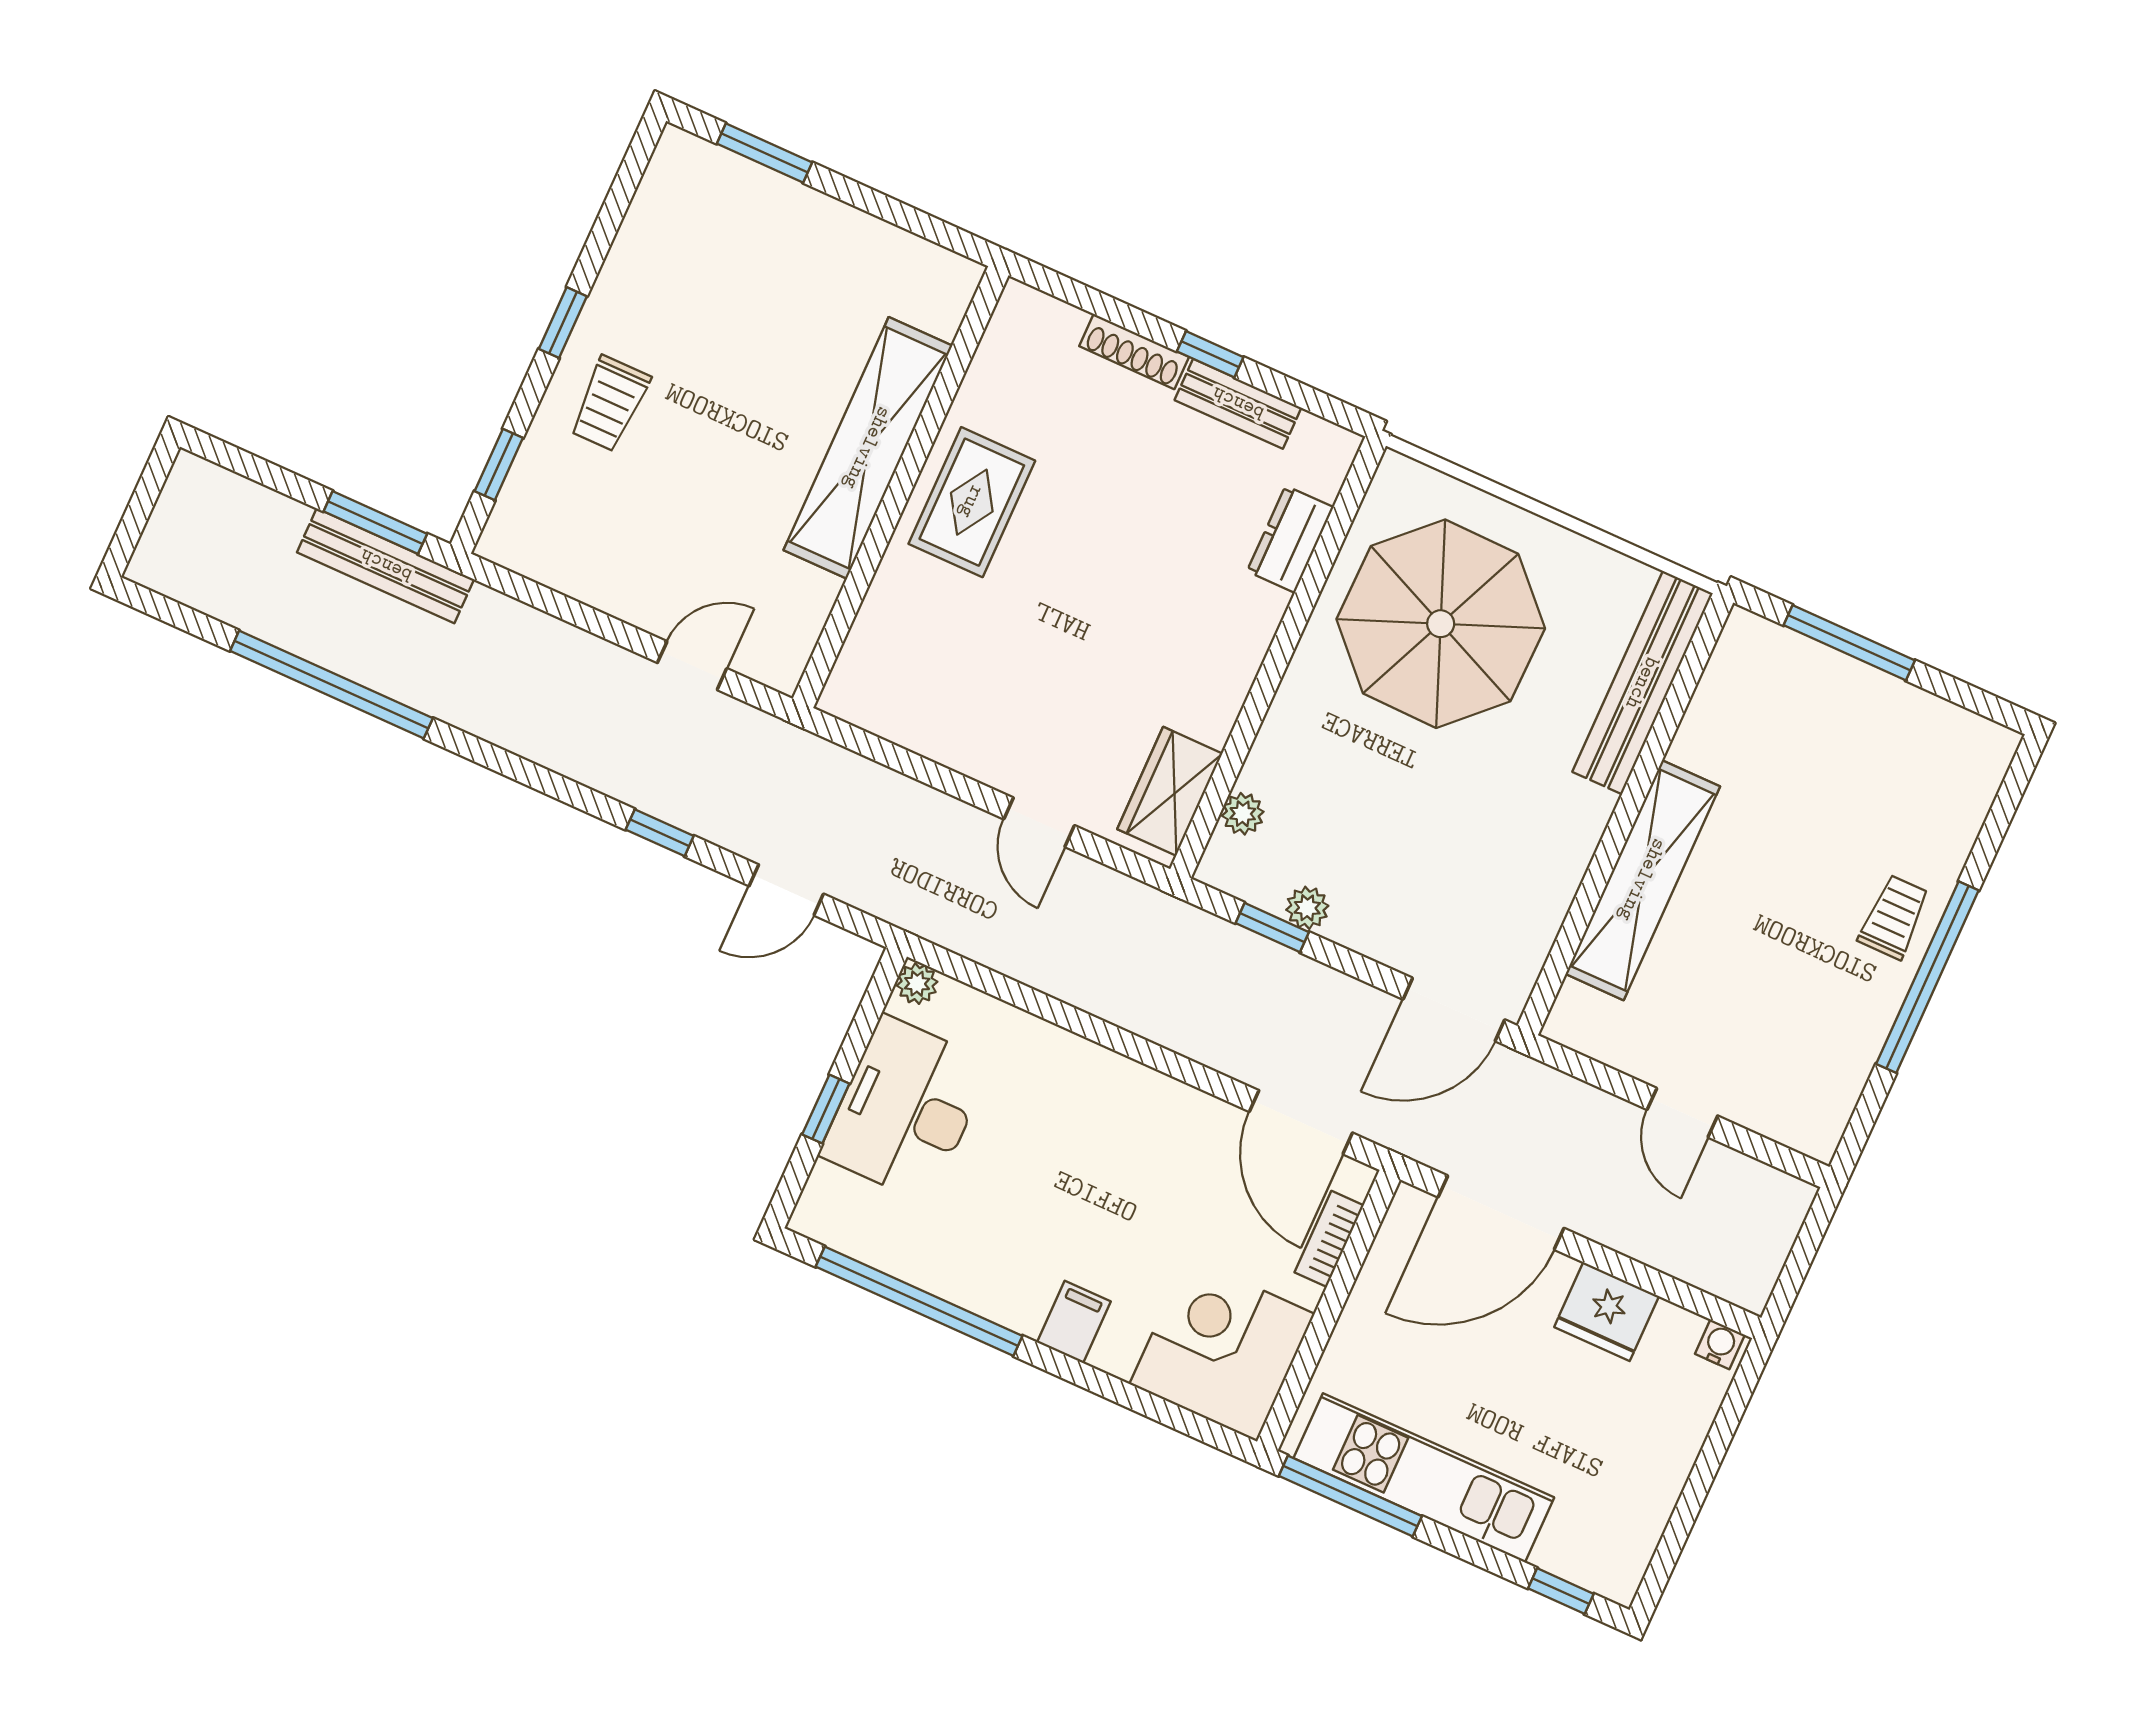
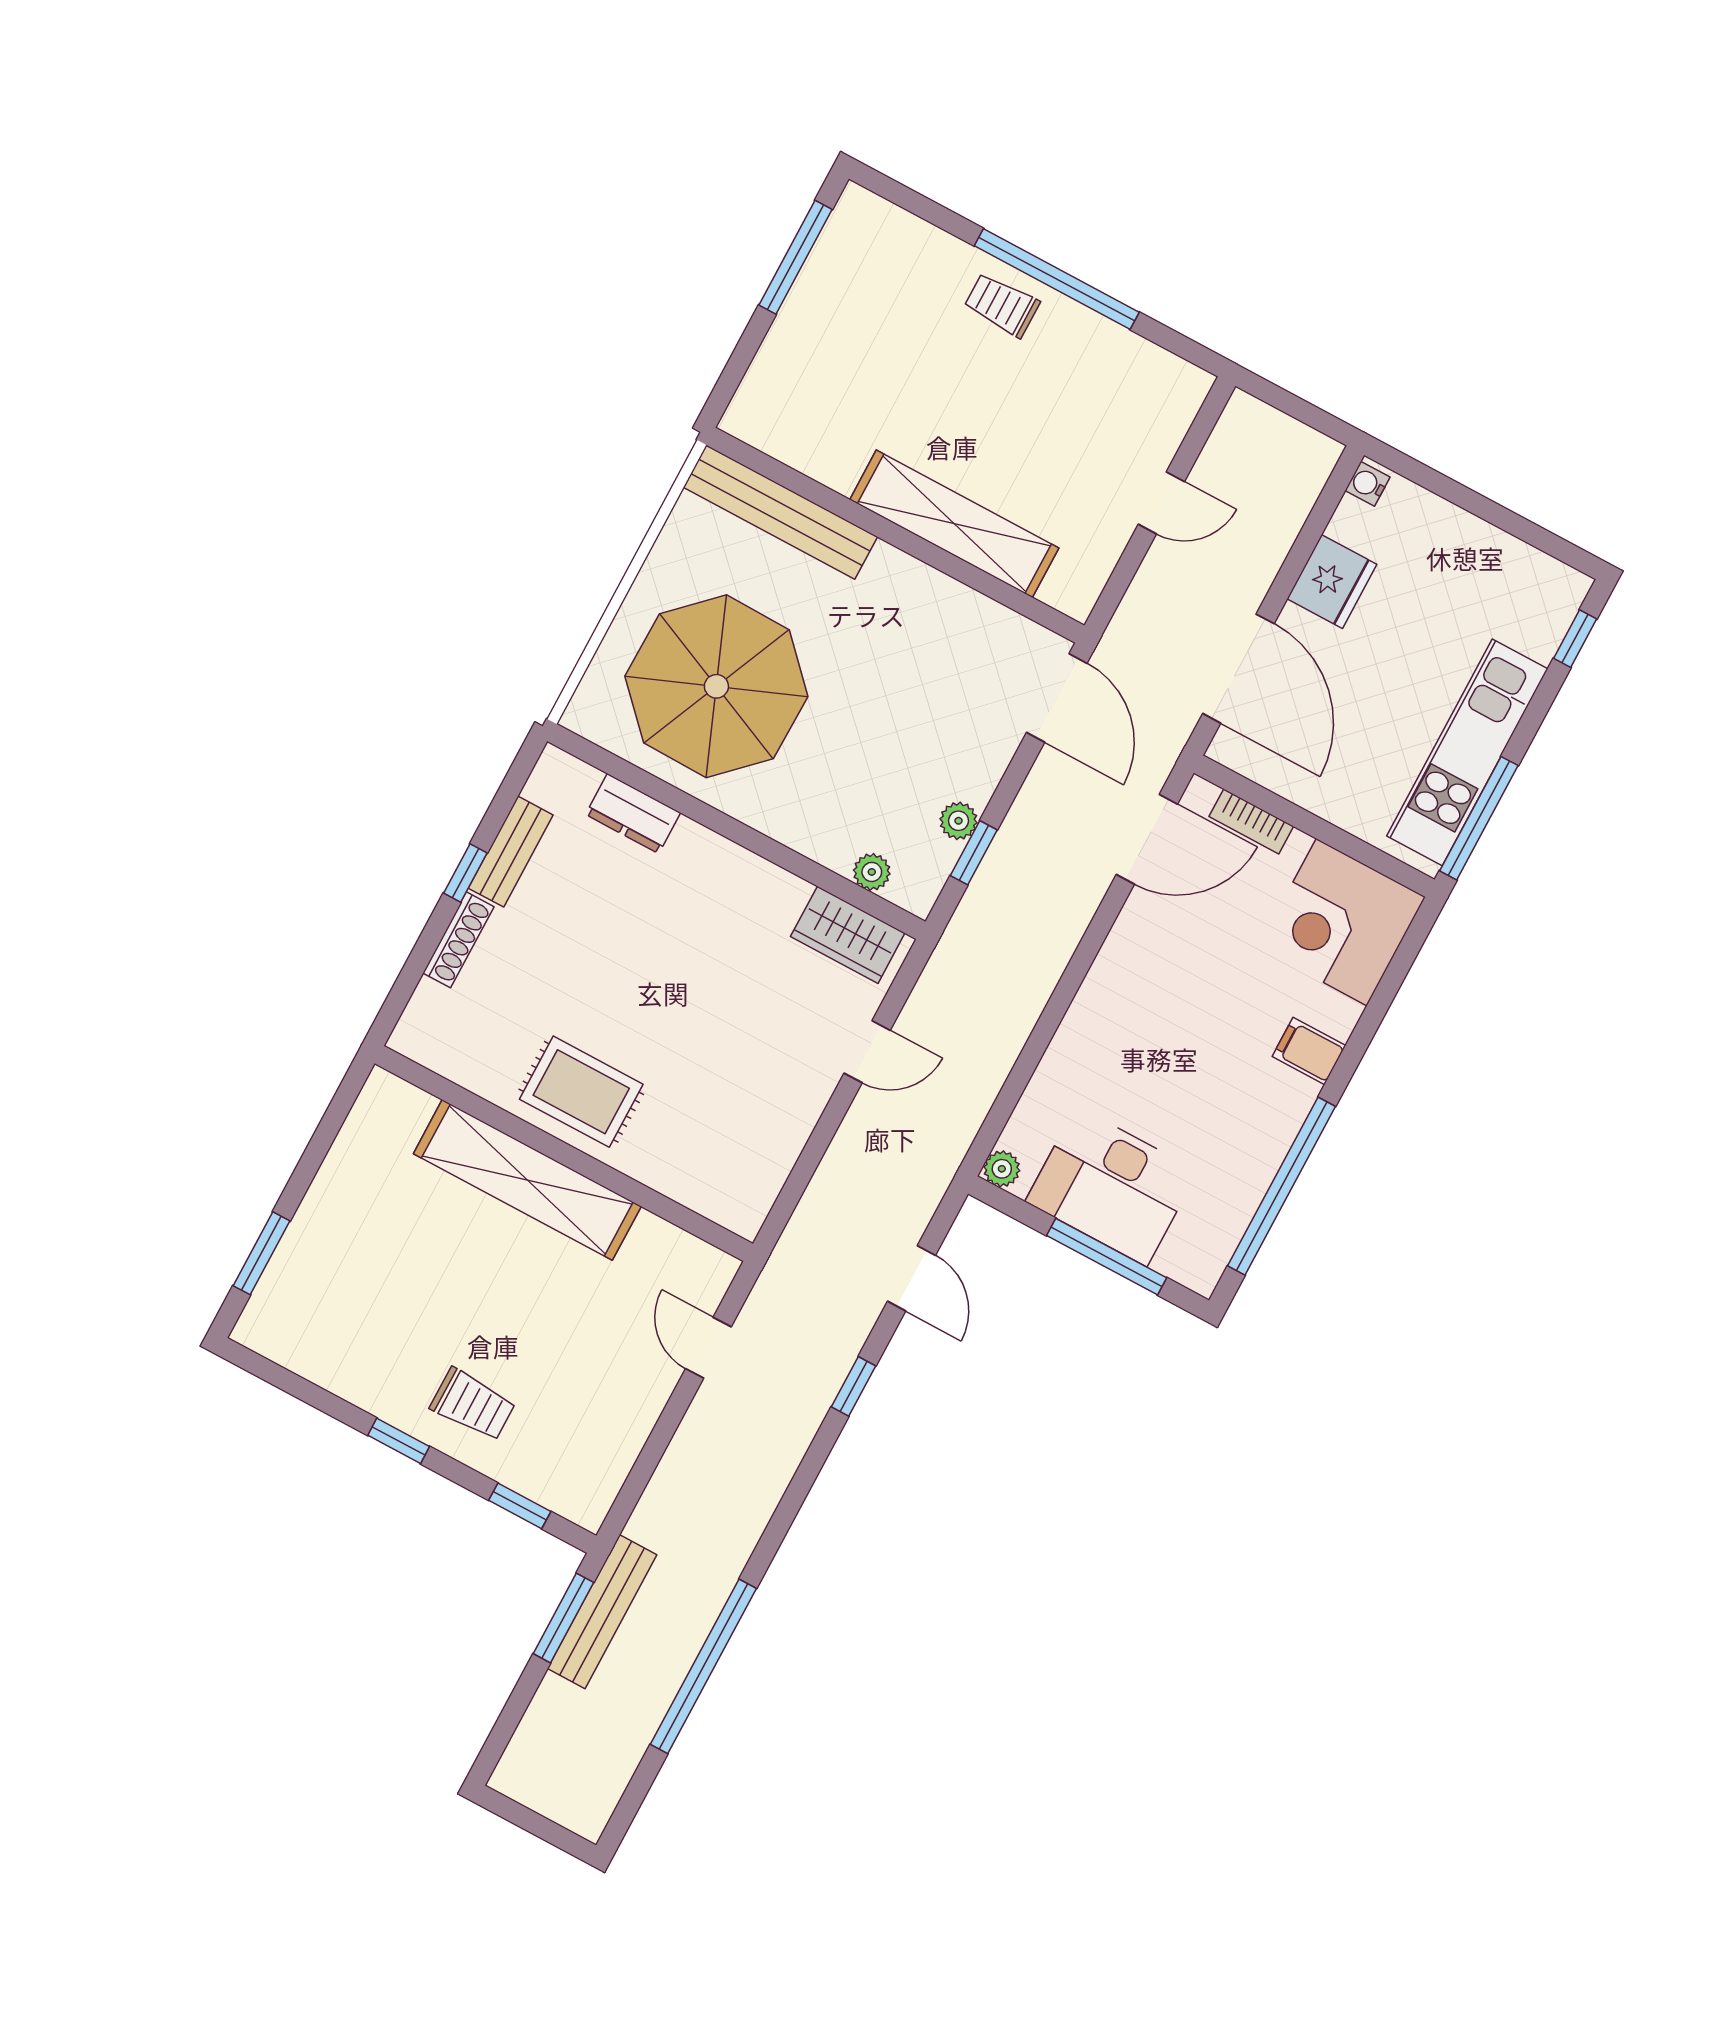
window: (1849, 643) -> (796, 257), moved
window: (826, 1109) -> (1107, 1257), width x2.17

